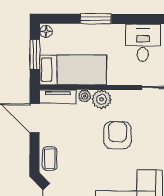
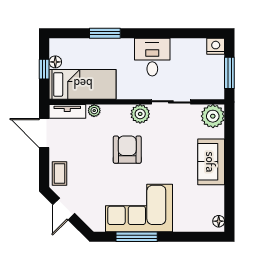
floor lamp: (46, 31) -> (55, 62), moved
window: (35, 54) -> (44, 69), width x0.67
plant: (102, 99) -> (140, 114), moved

